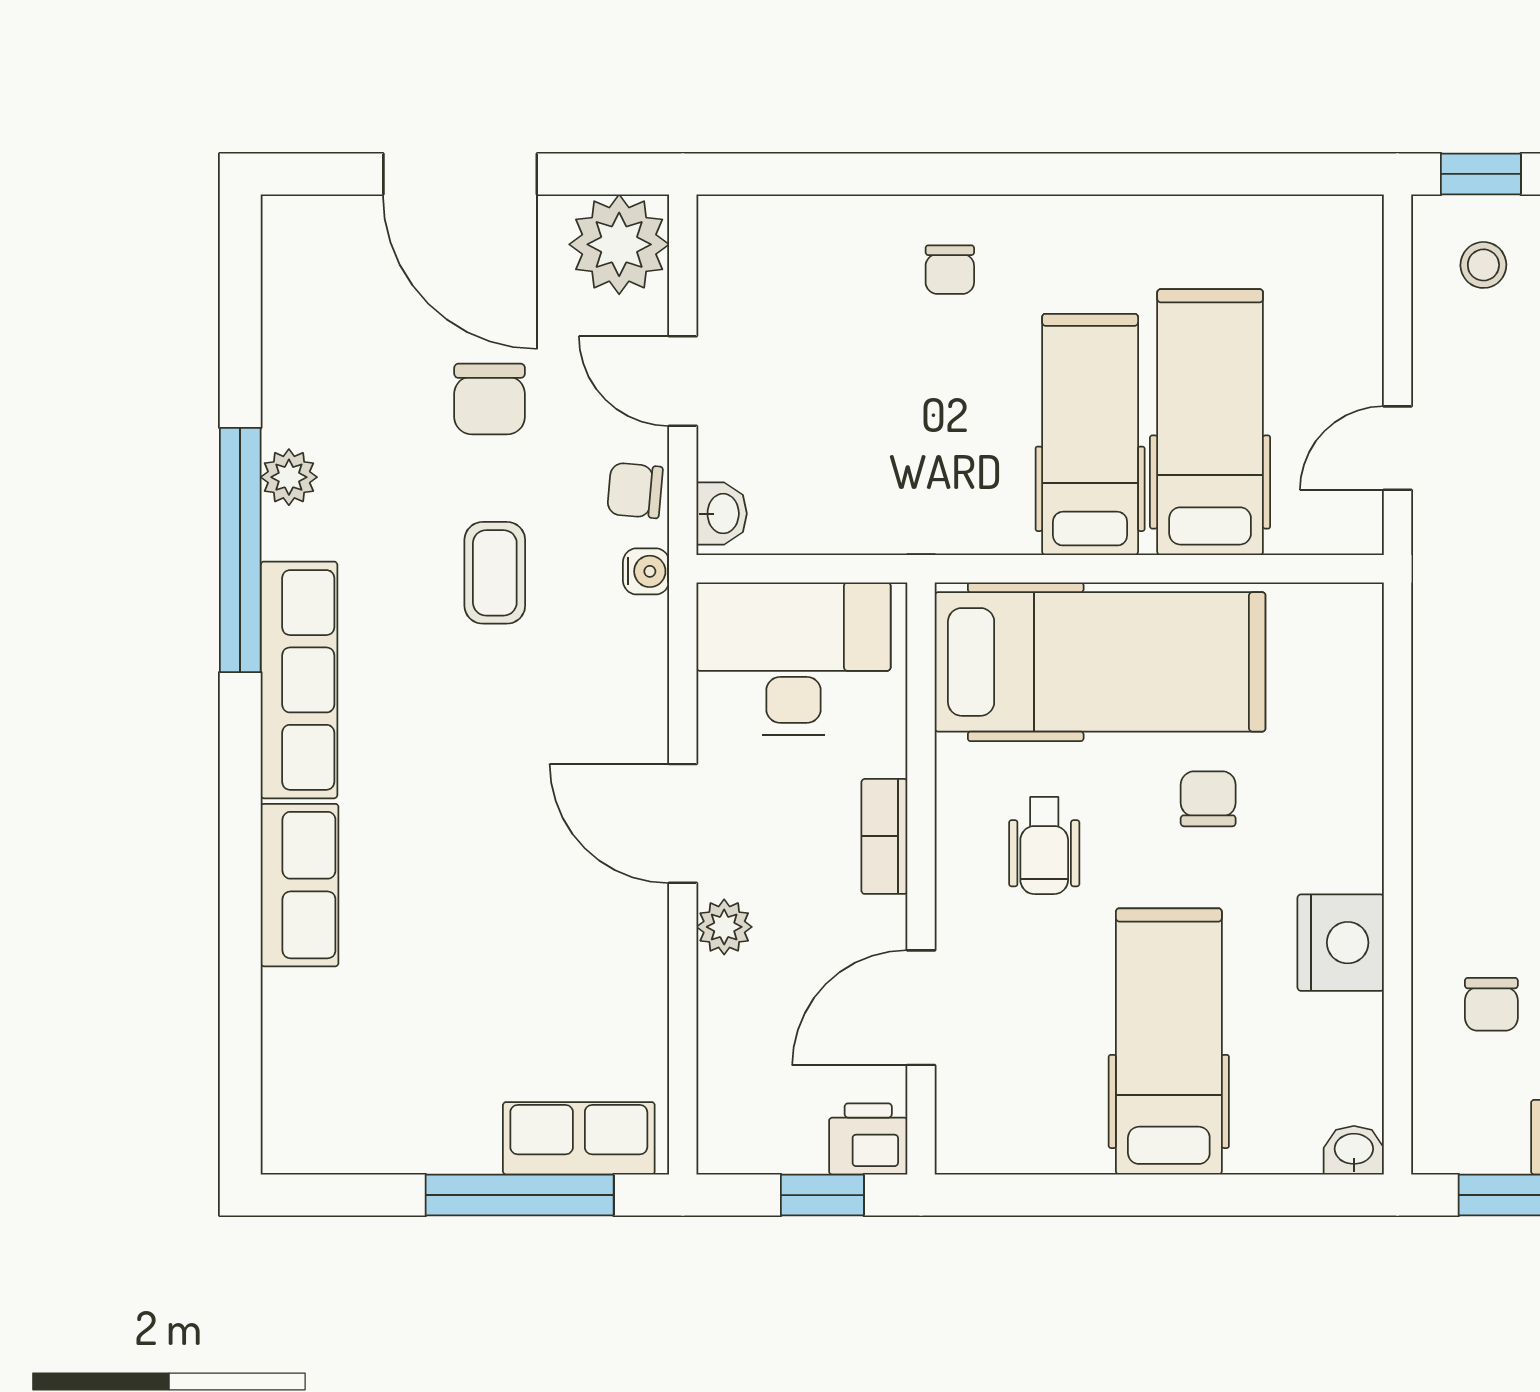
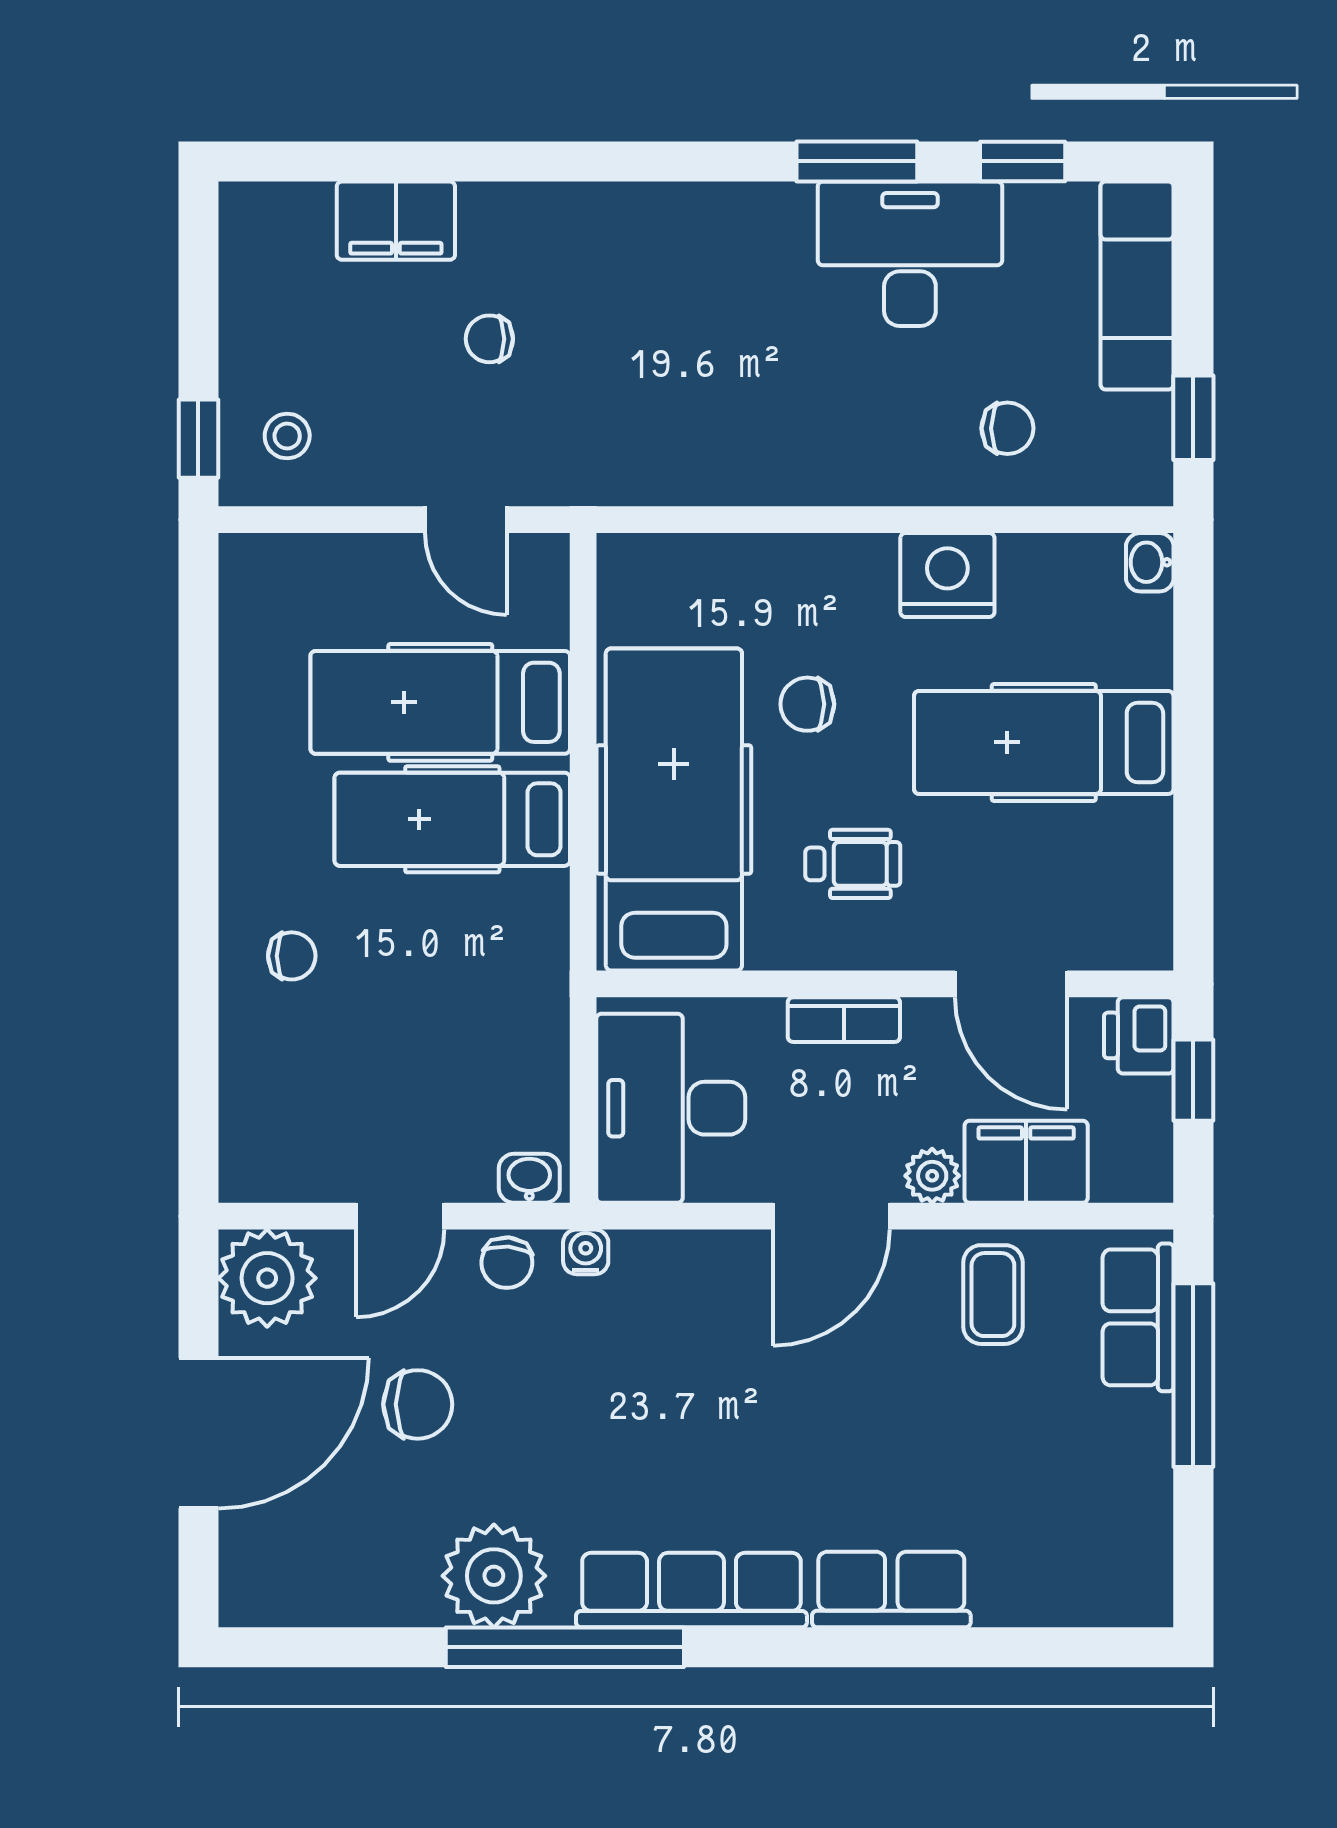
plant: (289, 477) -> (494, 1576), width x1.87, depth x1.87
coffee table: (495, 573) -> (993, 1295), moved, turned 90
filing cabinet: (739, 1023) -> (1026, 1162), added

